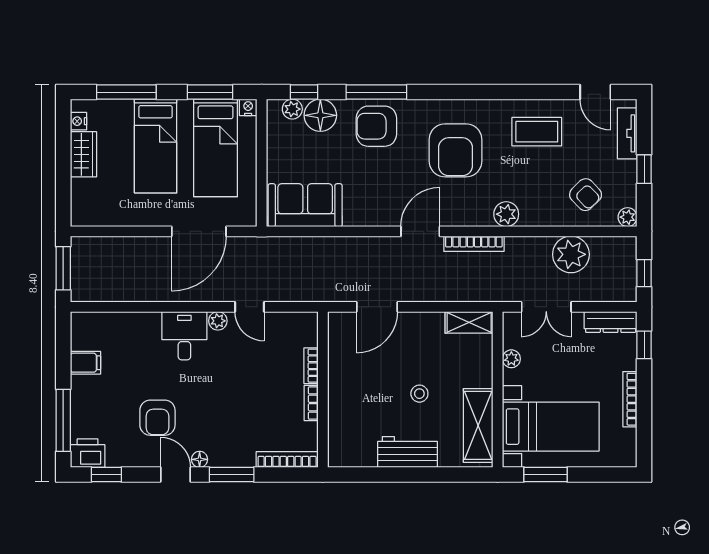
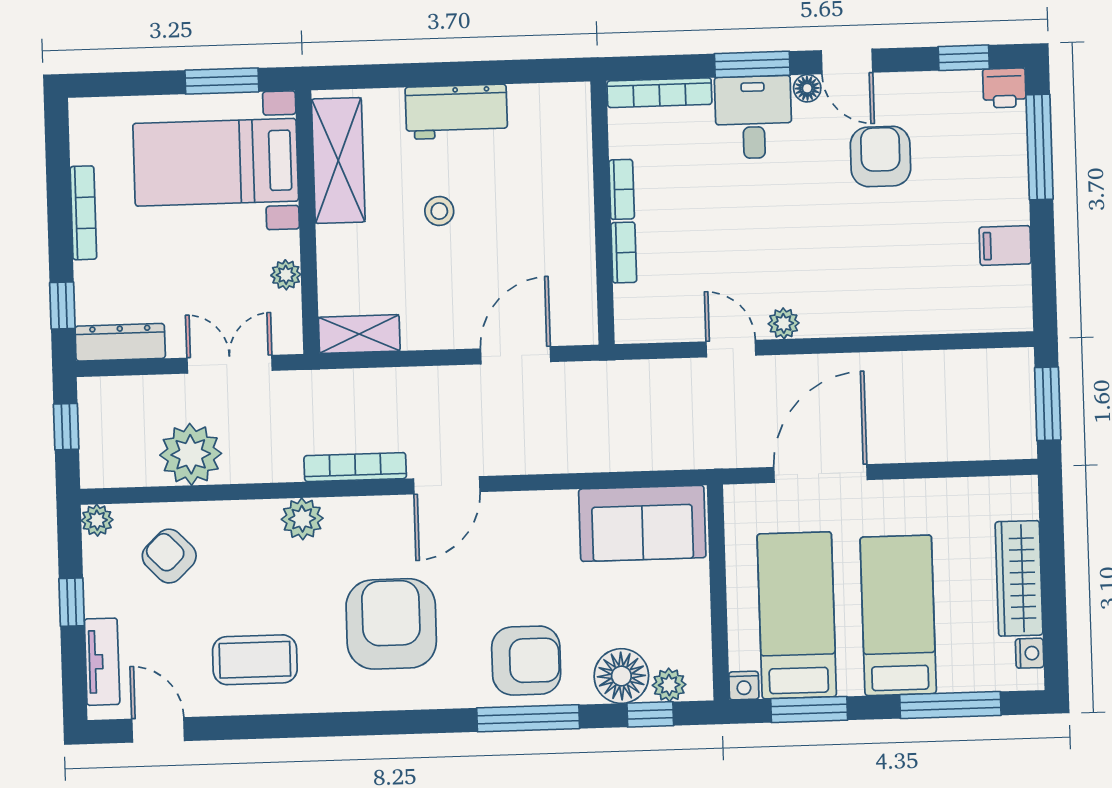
wardrobe: (83, 154) -> (1019, 578), width x1.50
desk: (184, 336) -> (753, 117), moved, turned 180
printer: (88, 453) -> (1004, 88), width x0.73, depth x0.81

